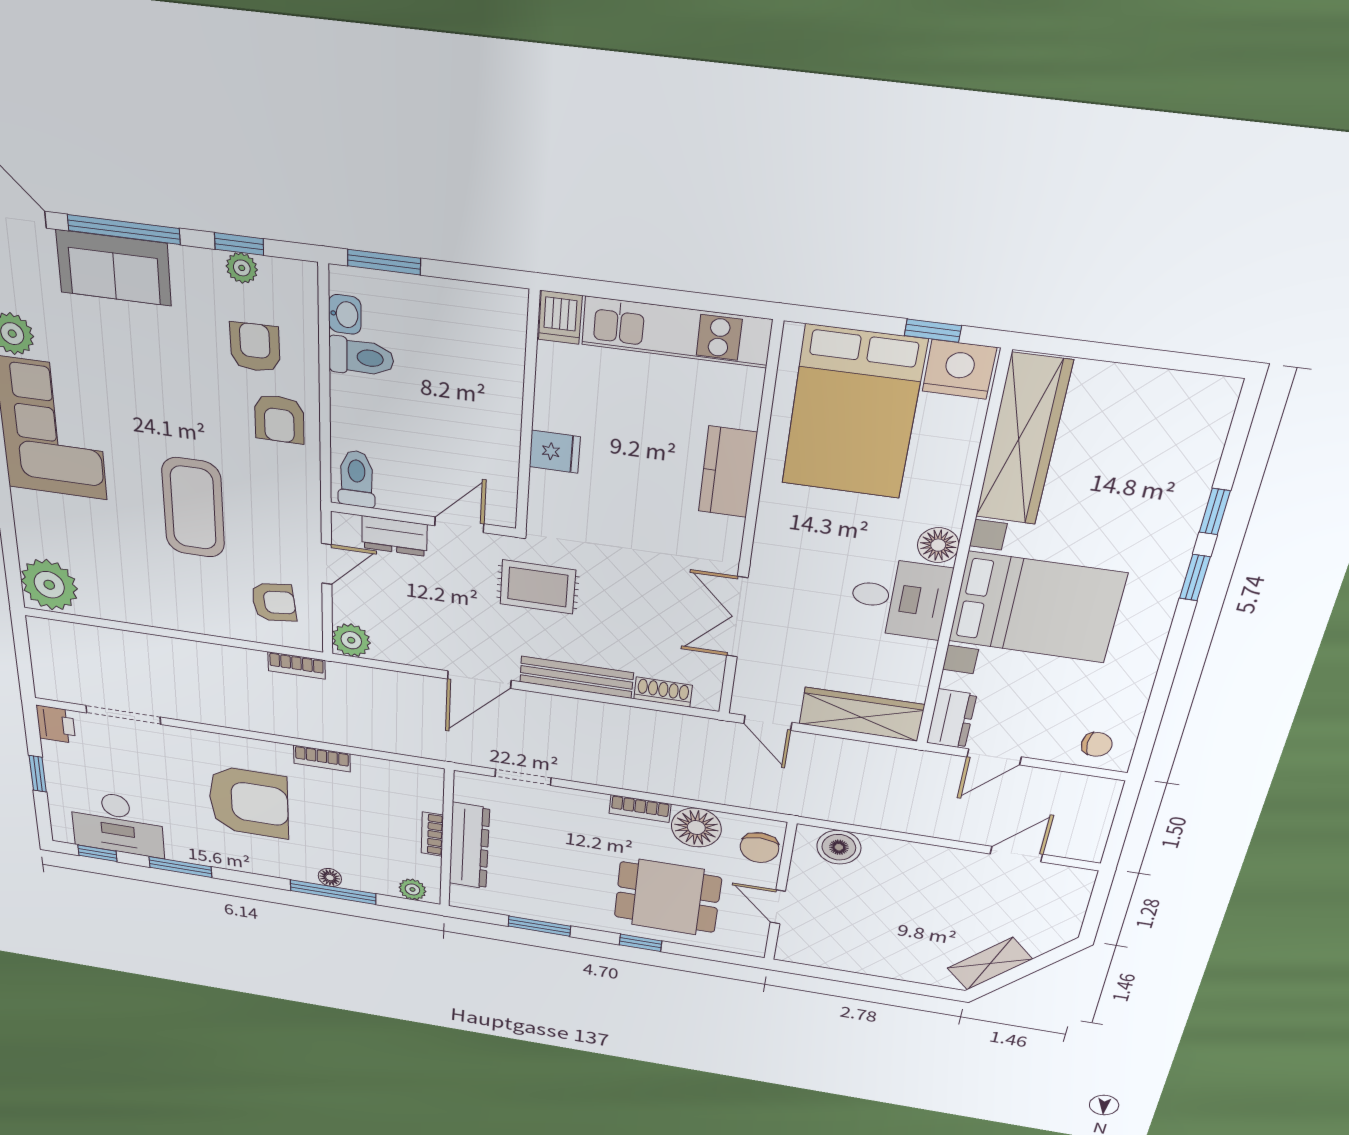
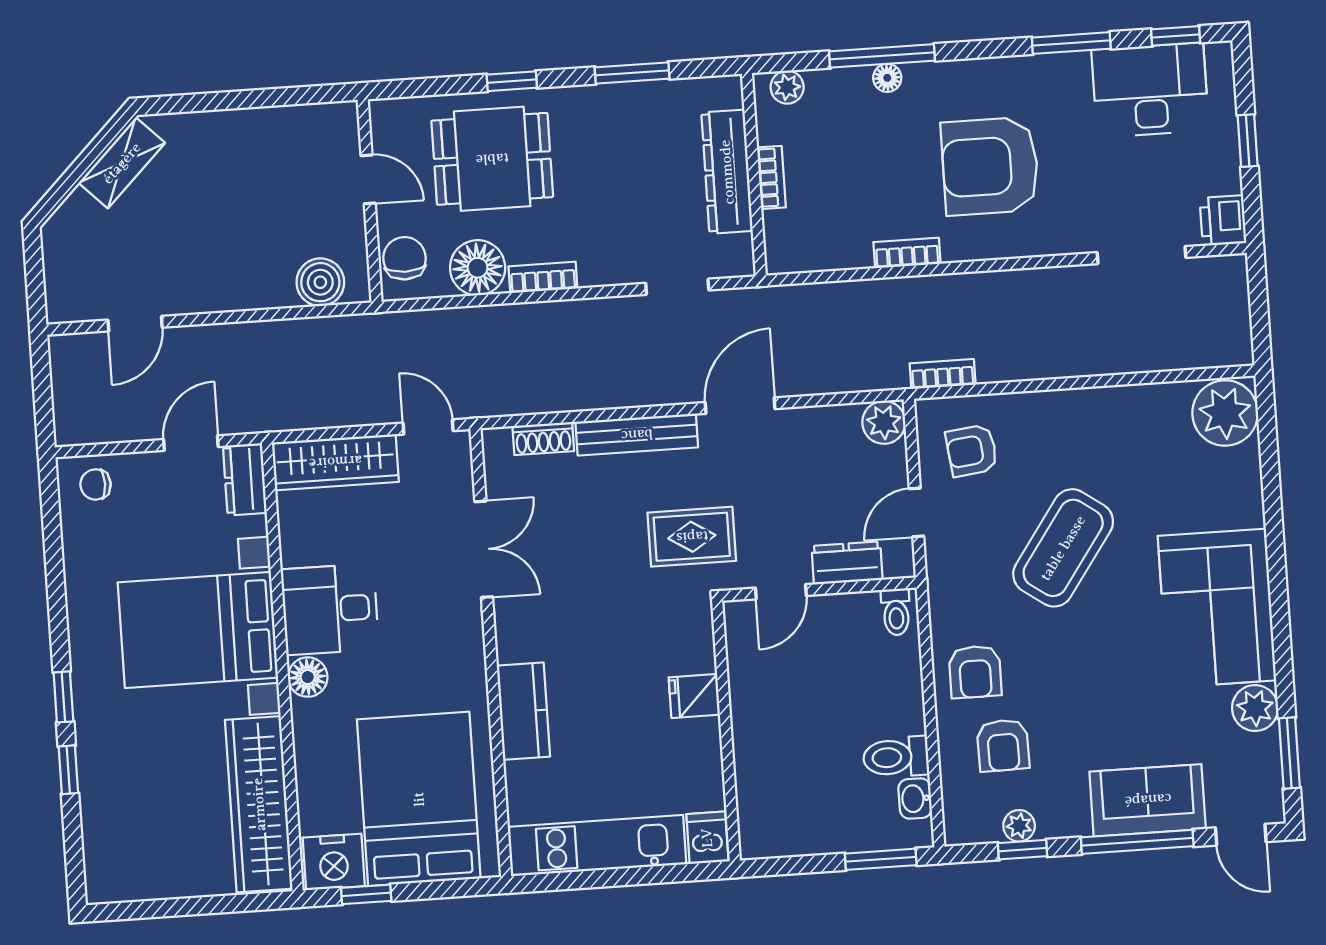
armchair: (279, 419) -> (975, 672), turned 180
toilet: (357, 479) -> (896, 612), width x0.73, depth x0.72
coffee table: (193, 508) -> (1063, 548), turned 35

